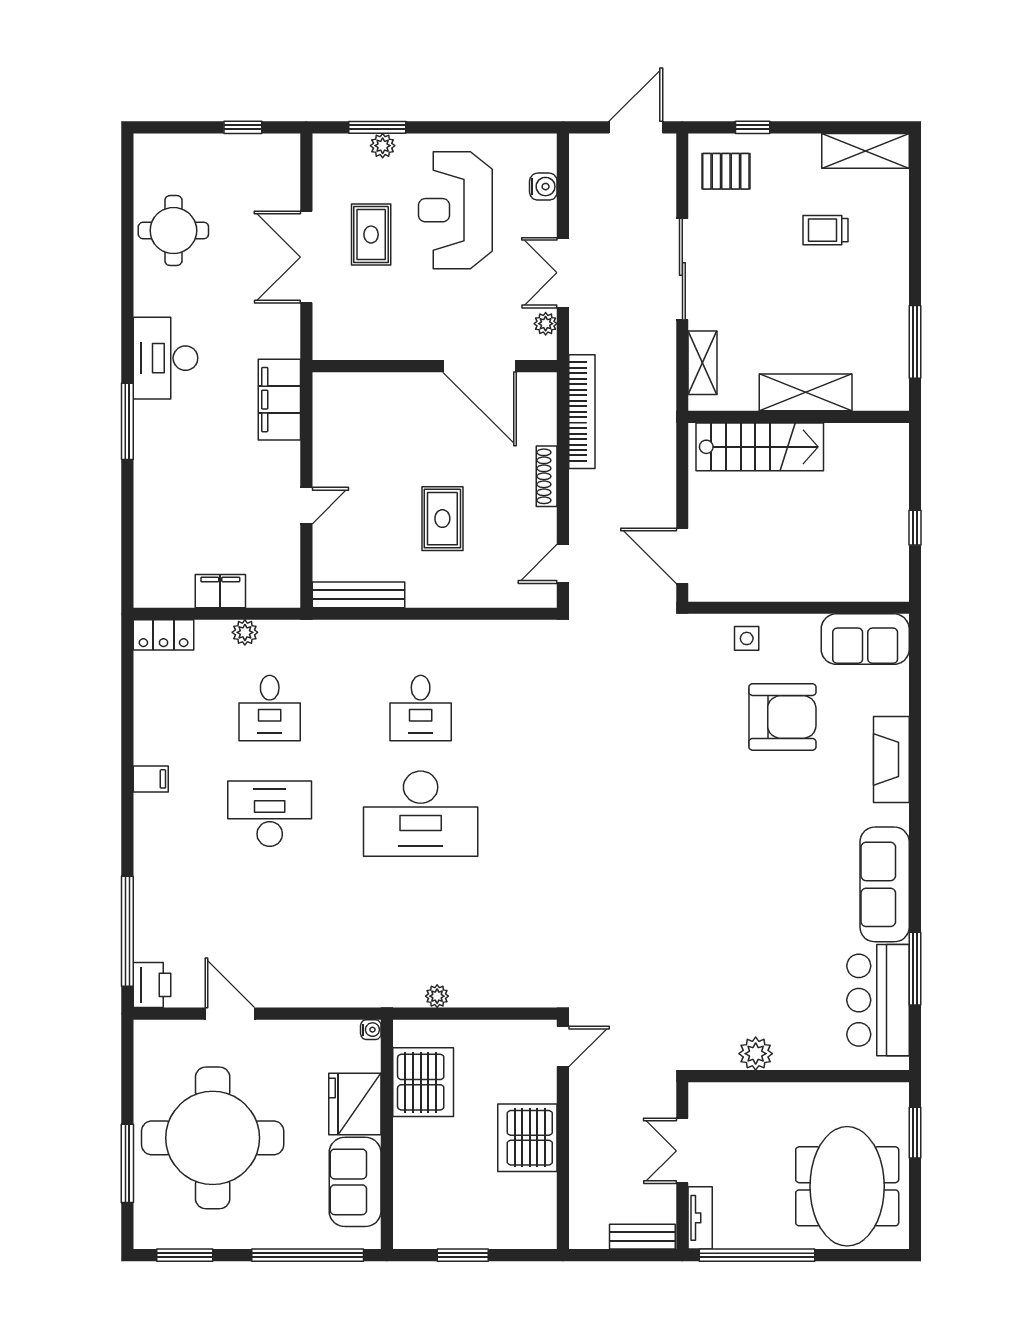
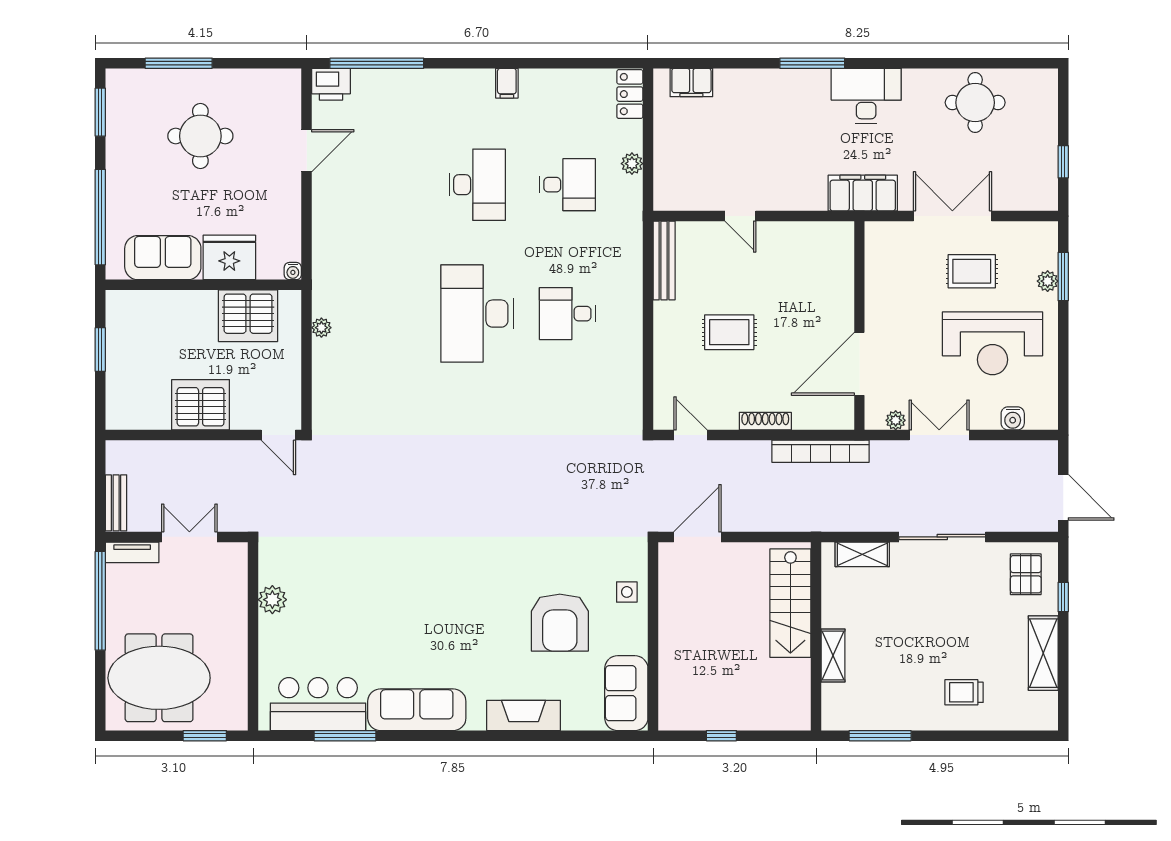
shelving: (865, 151) -> (1043, 653), moved
reception desk: (455, 210) -> (992, 343), turned 180
trolley: (826, 230) -> (964, 692), moved, turned -90
shelving: (806, 392) -> (833, 655), width x0.67, depth x0.75
filing cabinet: (279, 400) -> (863, 193), moved
filing cabinet: (220, 591) -> (691, 82), moved, turned 90
desk: (270, 708) -> (567, 185), turned 180
round table: (213, 1138) -> (200, 136), width x0.54, depth x0.54

